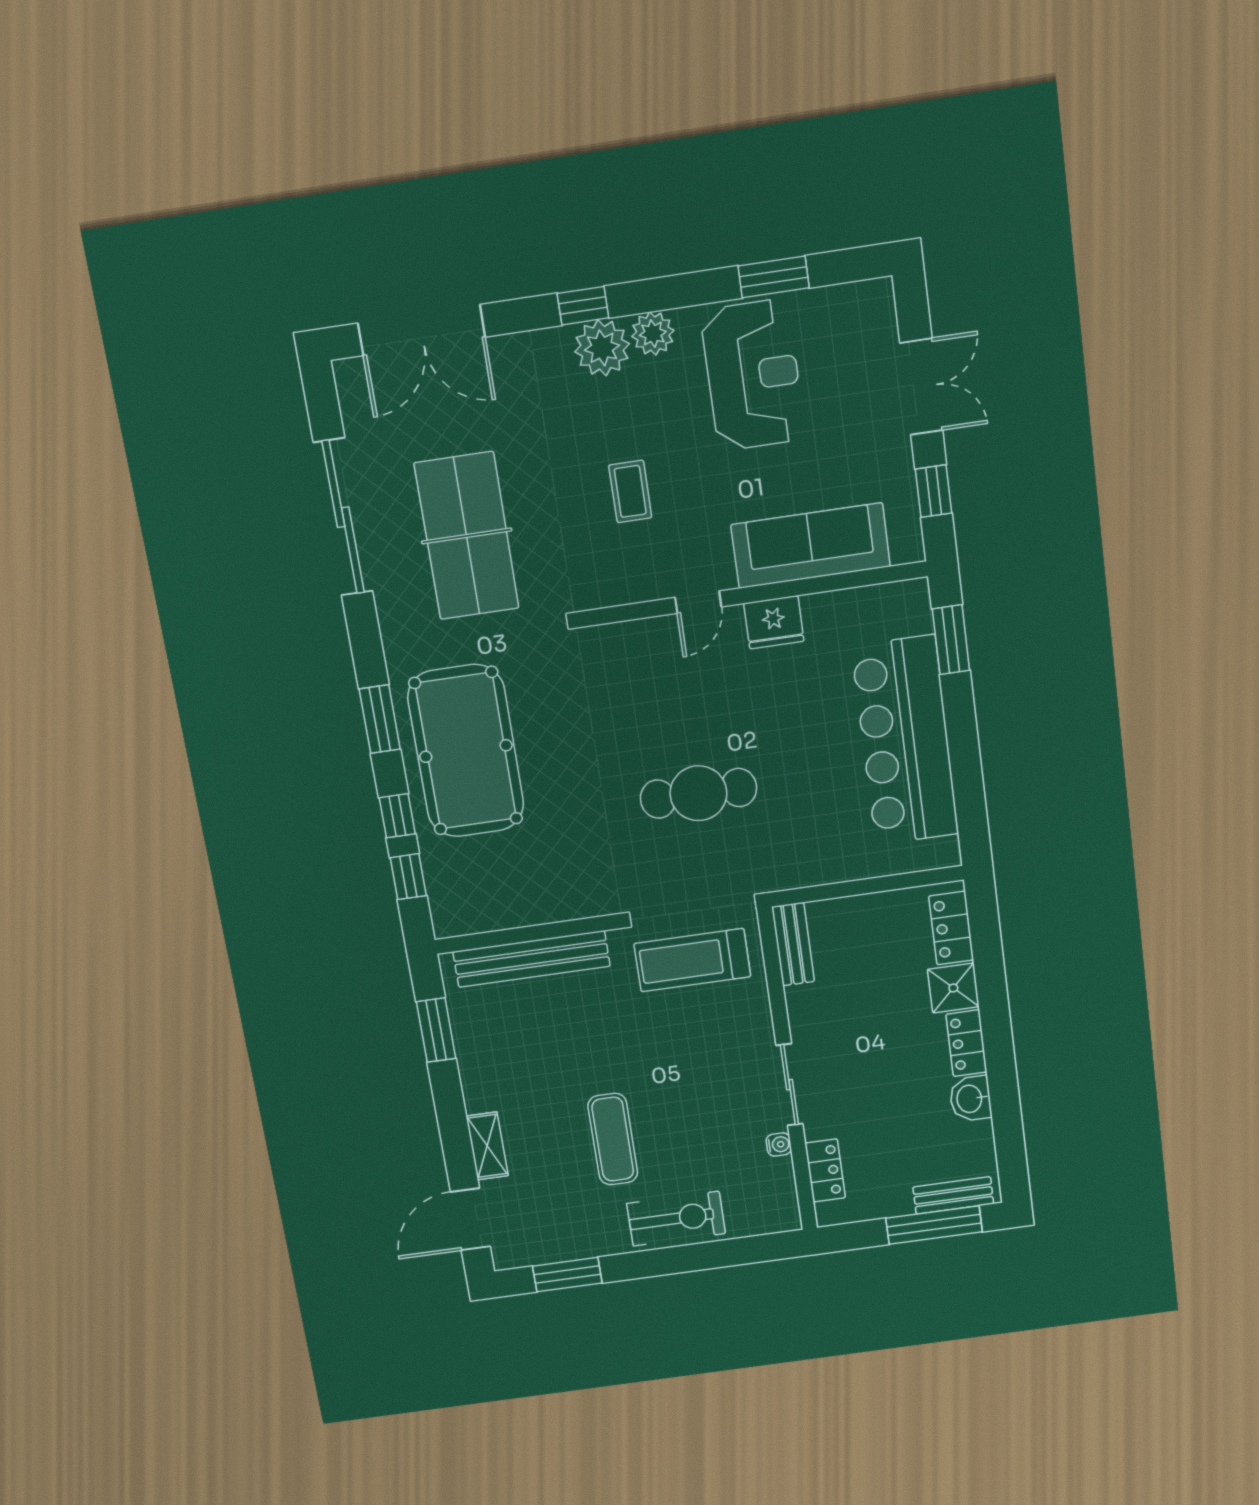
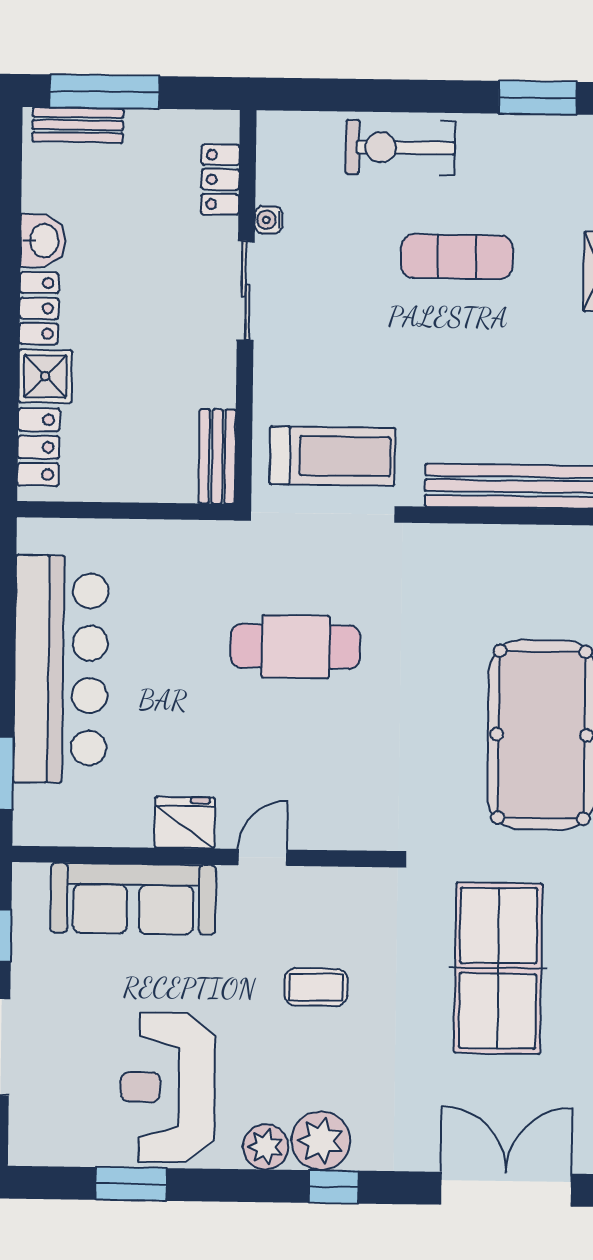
coffee table: (630, 491) -> (316, 987), turned 90
exercise mat: (613, 1139) -> (457, 257), turned 90

